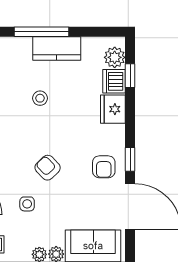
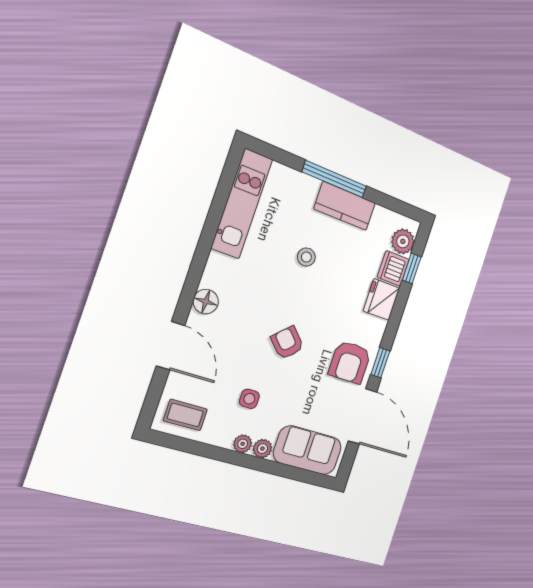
armchair: (104, 167) -> (350, 362), width x1.38, depth x1.38
side table: (27, 204) -> (249, 399), moved

